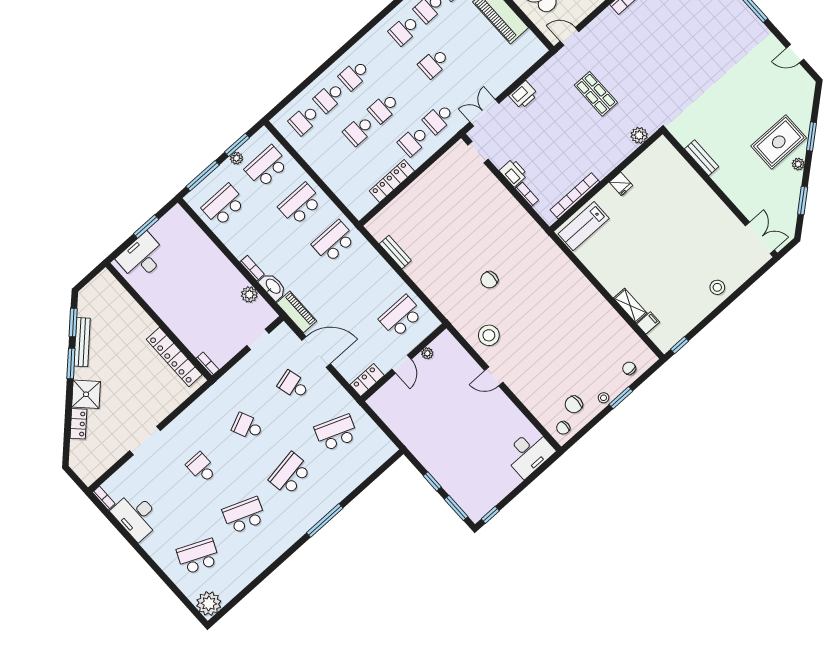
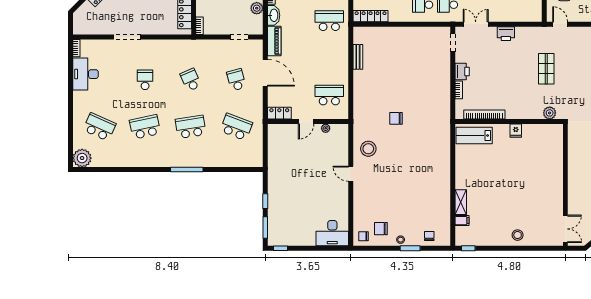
bench: (702, 158) -> (573, 156), removed
locker: (392, 181) -> (371, 16), moved
school desk: (244, 515) -> (145, 127), turned -33

